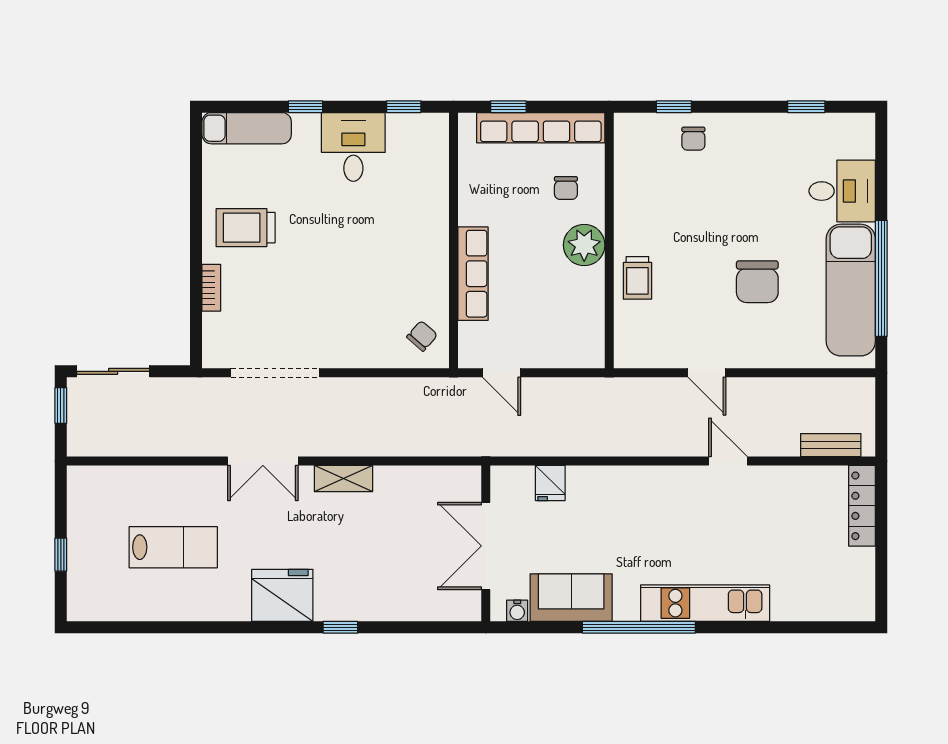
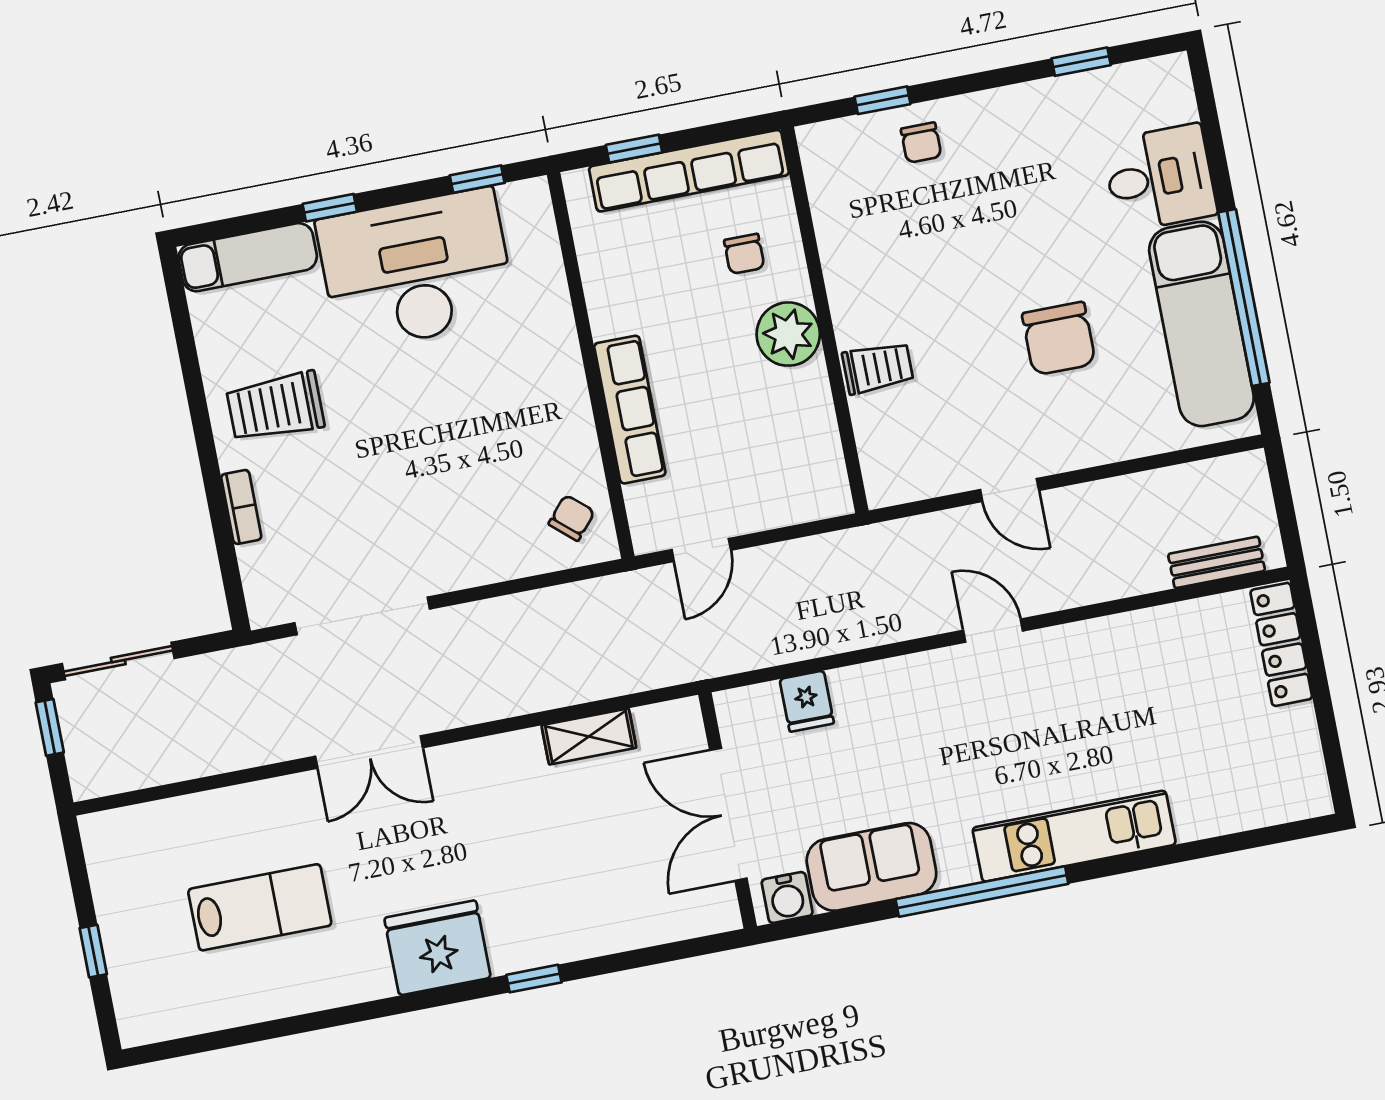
desk: (353, 147) -> (416, 270), width x1.87, depth x1.30
trolley: (637, 278) -> (878, 368), turned -90
door: (501, 373) -> (701, 550), hinge flipped
door: (728, 461) -> (993, 631), moved
shelving: (343, 479) -> (589, 736), moved
water cooler: (517, 611) -> (787, 897), width x1.38, depth x1.38

